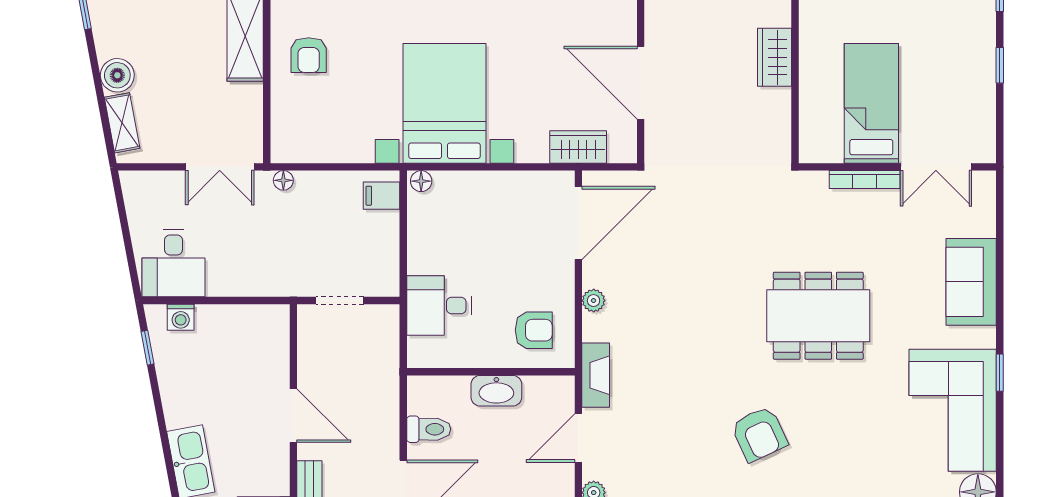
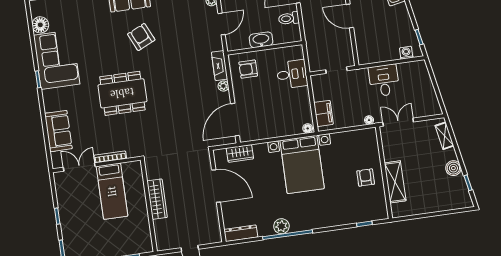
wardrobe: (775, 57) -> (157, 199), width x1.50
boiler: (117, 75) -> (453, 168), moved
filing cabinet: (381, 196) -> (324, 113), width x2.00
desk: (174, 263) -> (384, 80), moved
sofa: (971, 282) -> (58, 131), moved
fireplace: (596, 375) -> (220, 66), moved

